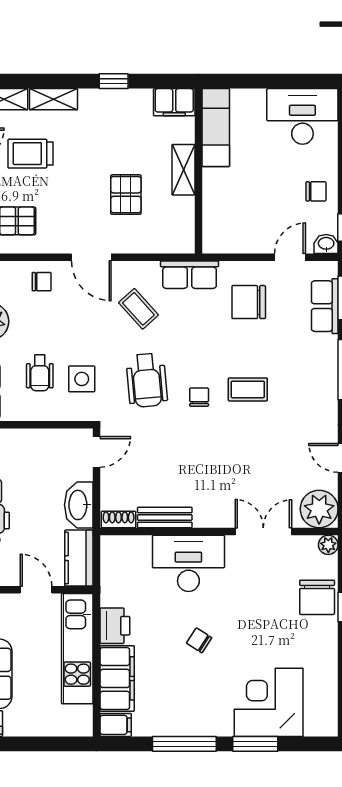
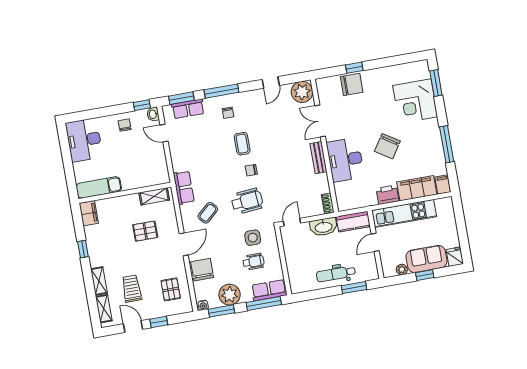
trolley: (30, 154) -> (132, 289), turned 180
shelving: (183, 170) -> (154, 196), moved
chair: (42, 282) -> (202, 270), width x1.87, depth x1.87
chair: (249, 302) -> (228, 113), moved, width x0.54, depth x0.54
door: (96, 452) -> (292, 222), hinge flipped
bench: (165, 517) -> (318, 158), moved
plant: (328, 545) -> (321, 83), removed
chair: (199, 640) -> (387, 146), width x1.87, depth x1.87
window: (255, 744) -> (436, 83), moved

